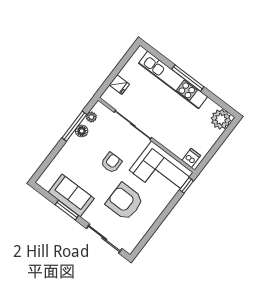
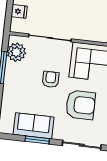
plant: (91, 117) -> (16, 52), width x1.88, depth x1.88
floor lamp: (82, 131) -> (11, 68), removed
armchair: (125, 202) -> (80, 105), turned 180

